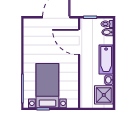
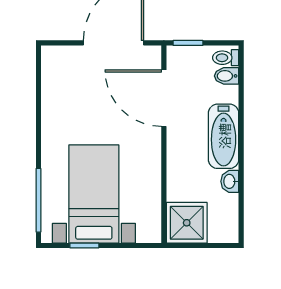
shower: (104, 95) -> (187, 223), moved

